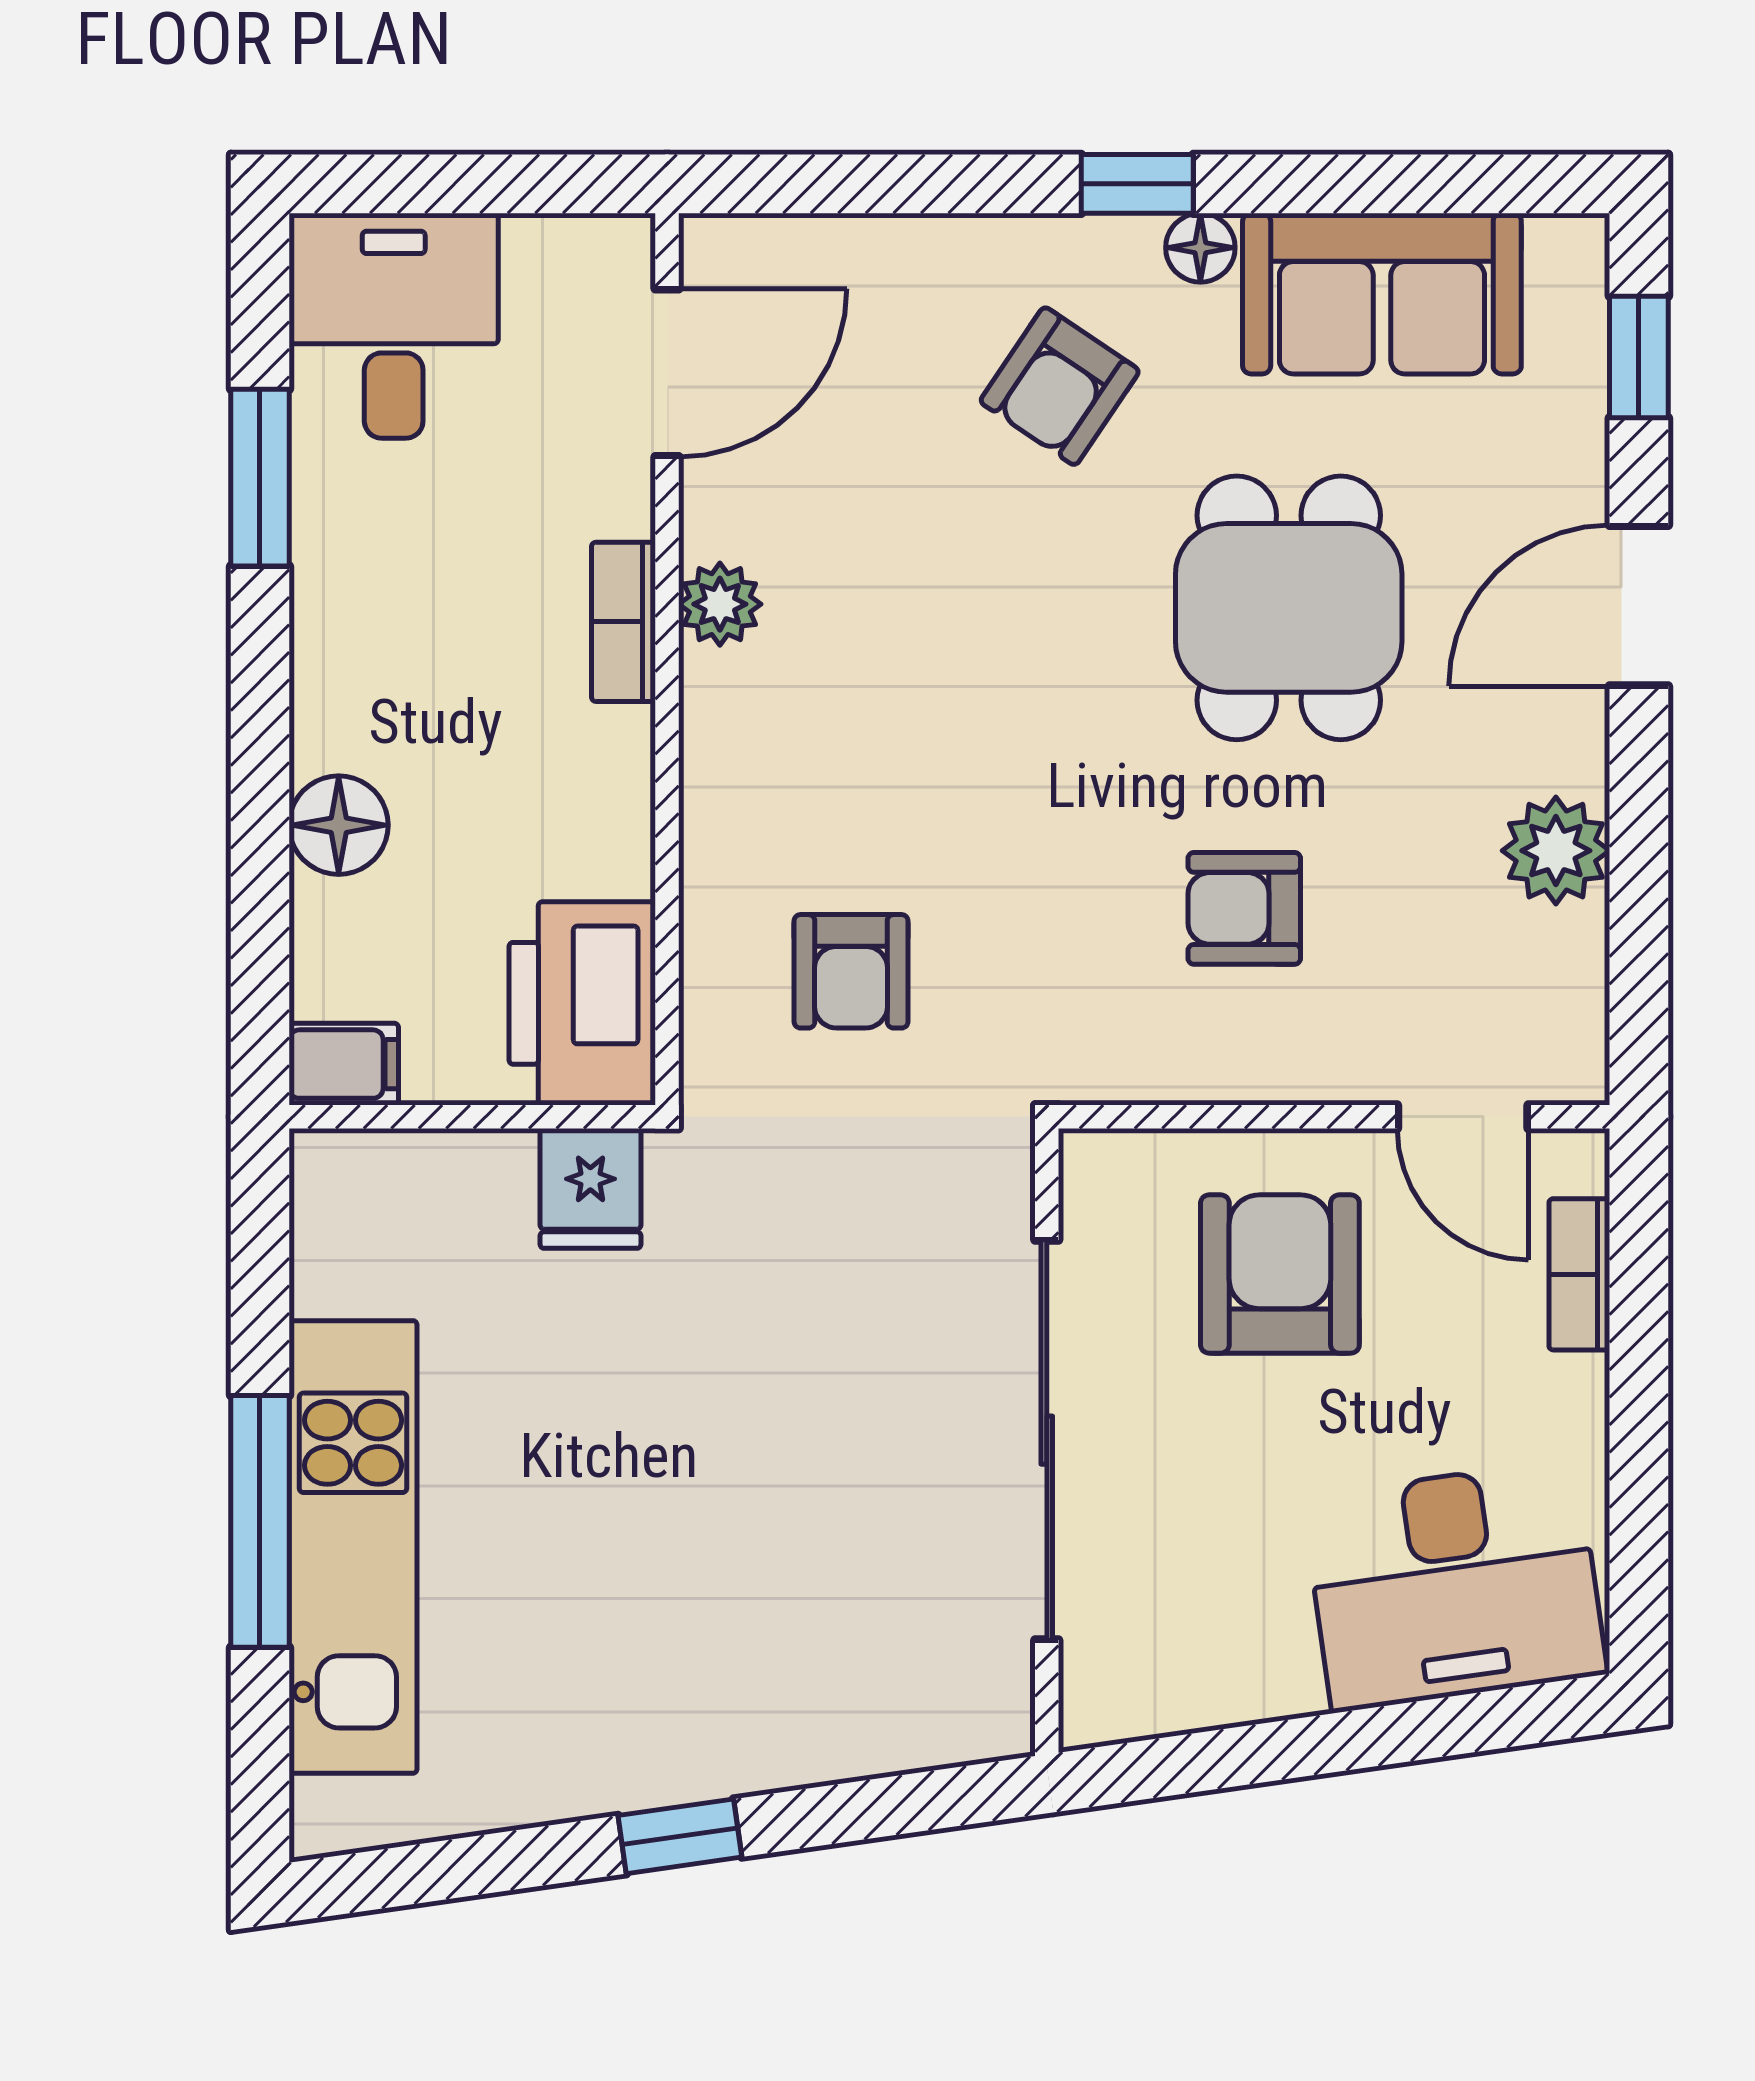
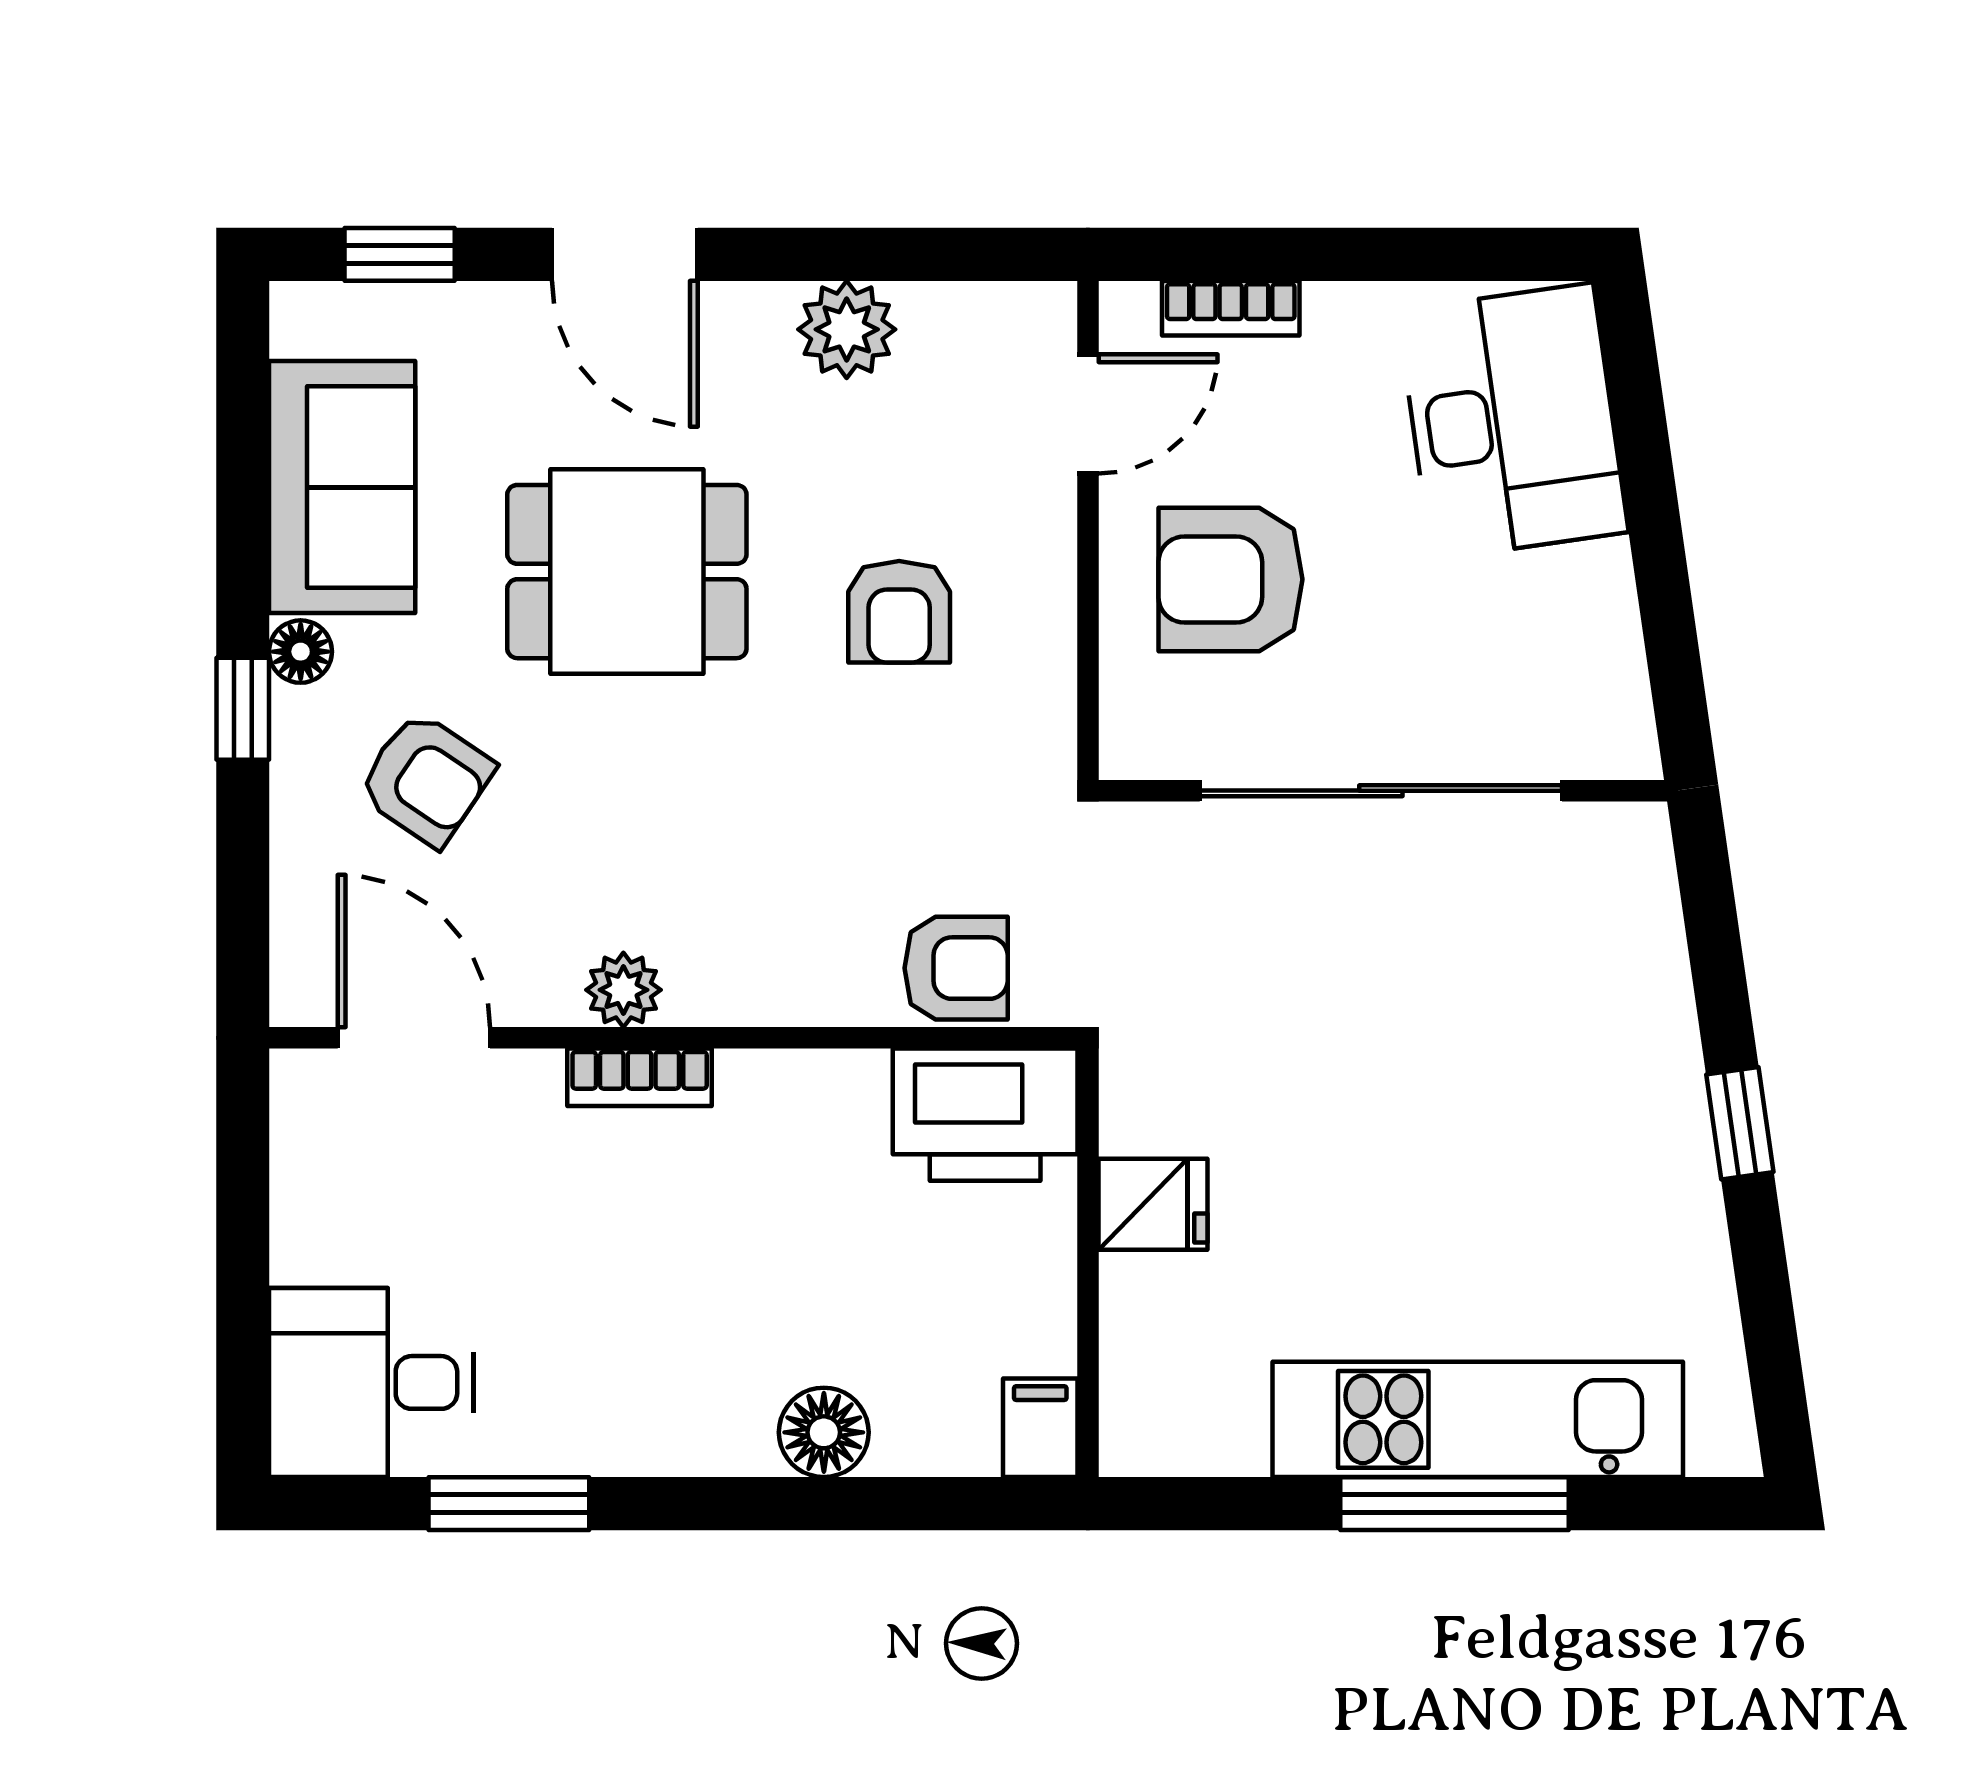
door: (667, 373) -> (414, 1038), moved
plant: (720, 604) -> (623, 990), moved
bookcase: (623, 622) -> (640, 1077), moved
wall: (667, 659) -> (673, 1038), moved
printer: (582, 1003) -> (985, 1115), moved

